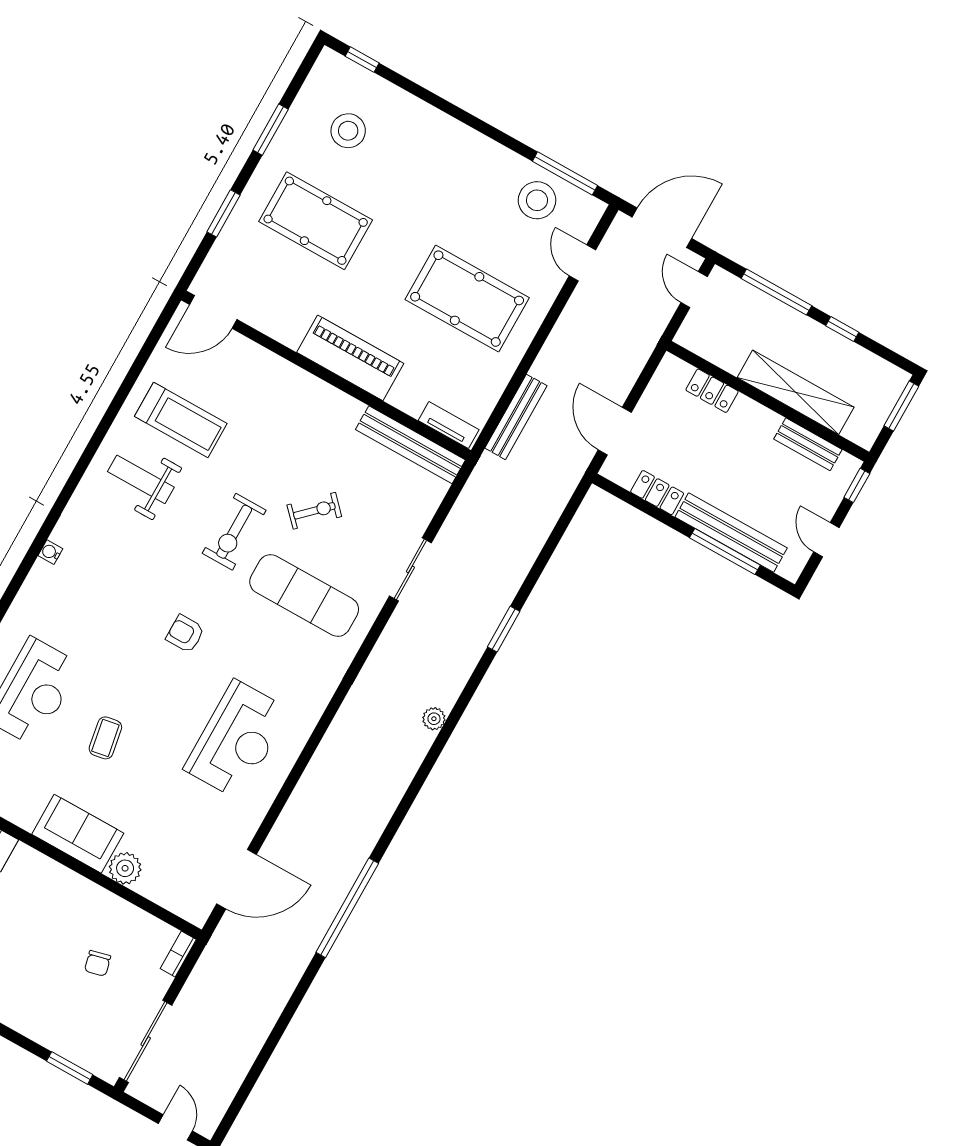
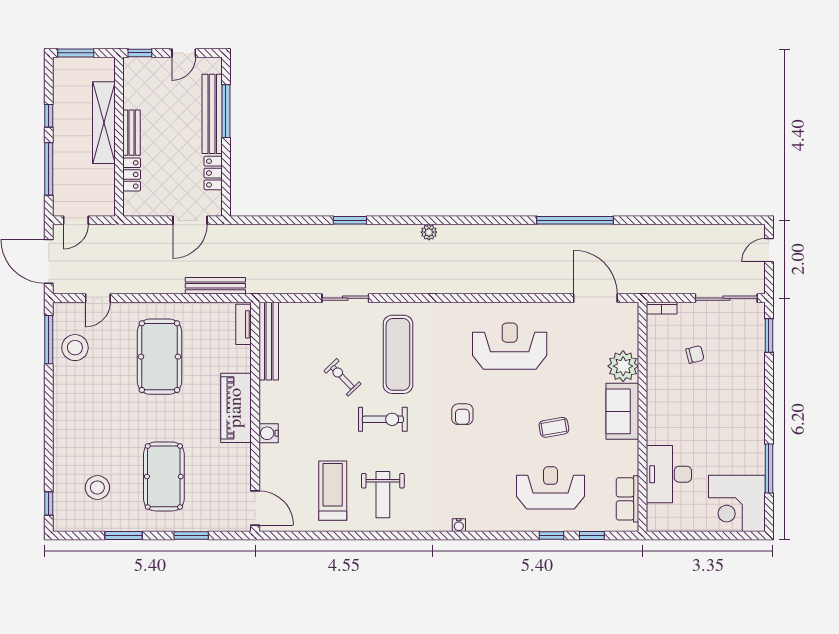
water cooler: (296, 381) -> (269, 433), added
bench: (808, 444) -> (131, 133), moved
plant: (125, 868) -> (623, 366), width x1.36, depth x1.36

